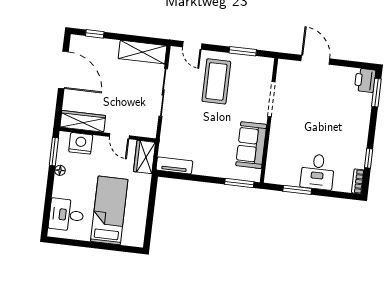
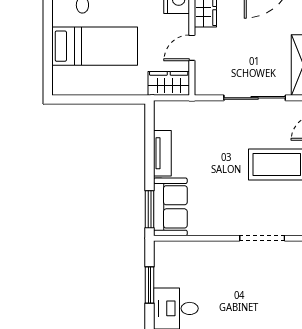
sofa: (251, 145) -> (170, 207), moved, turned 90
tv unit: (174, 165) -> (162, 153), moved

